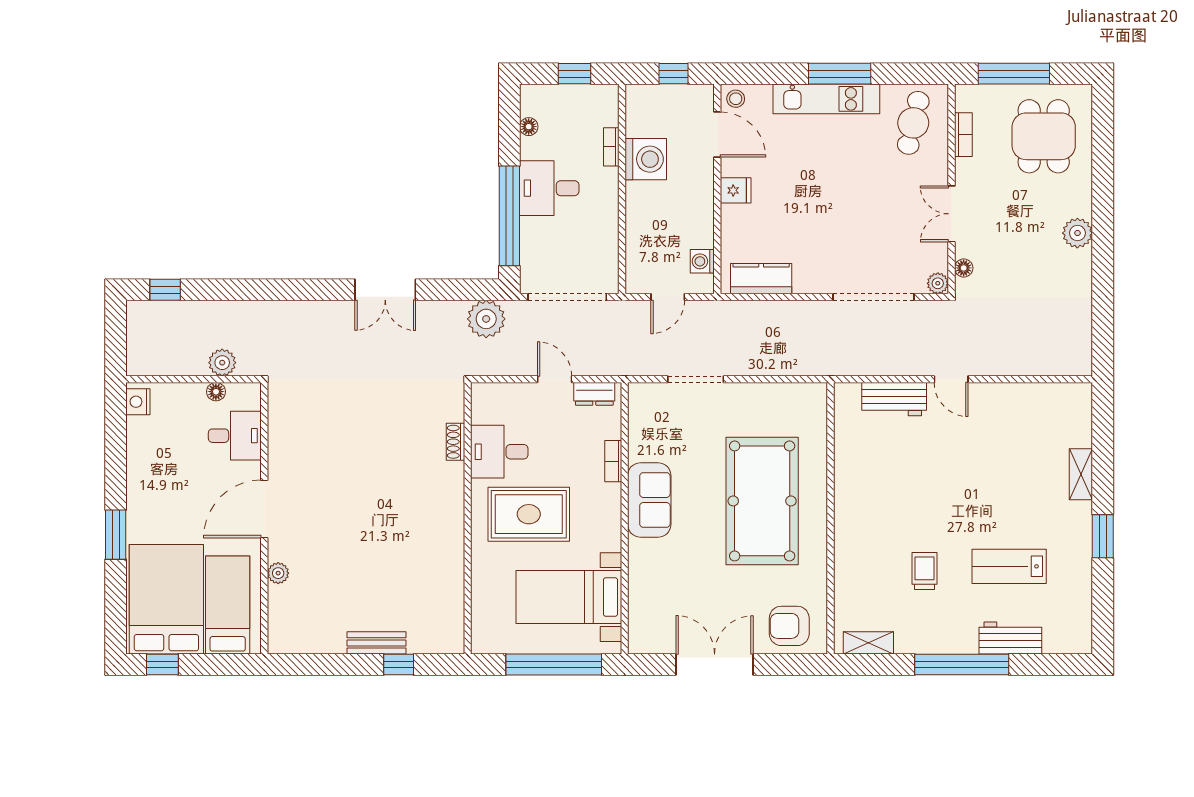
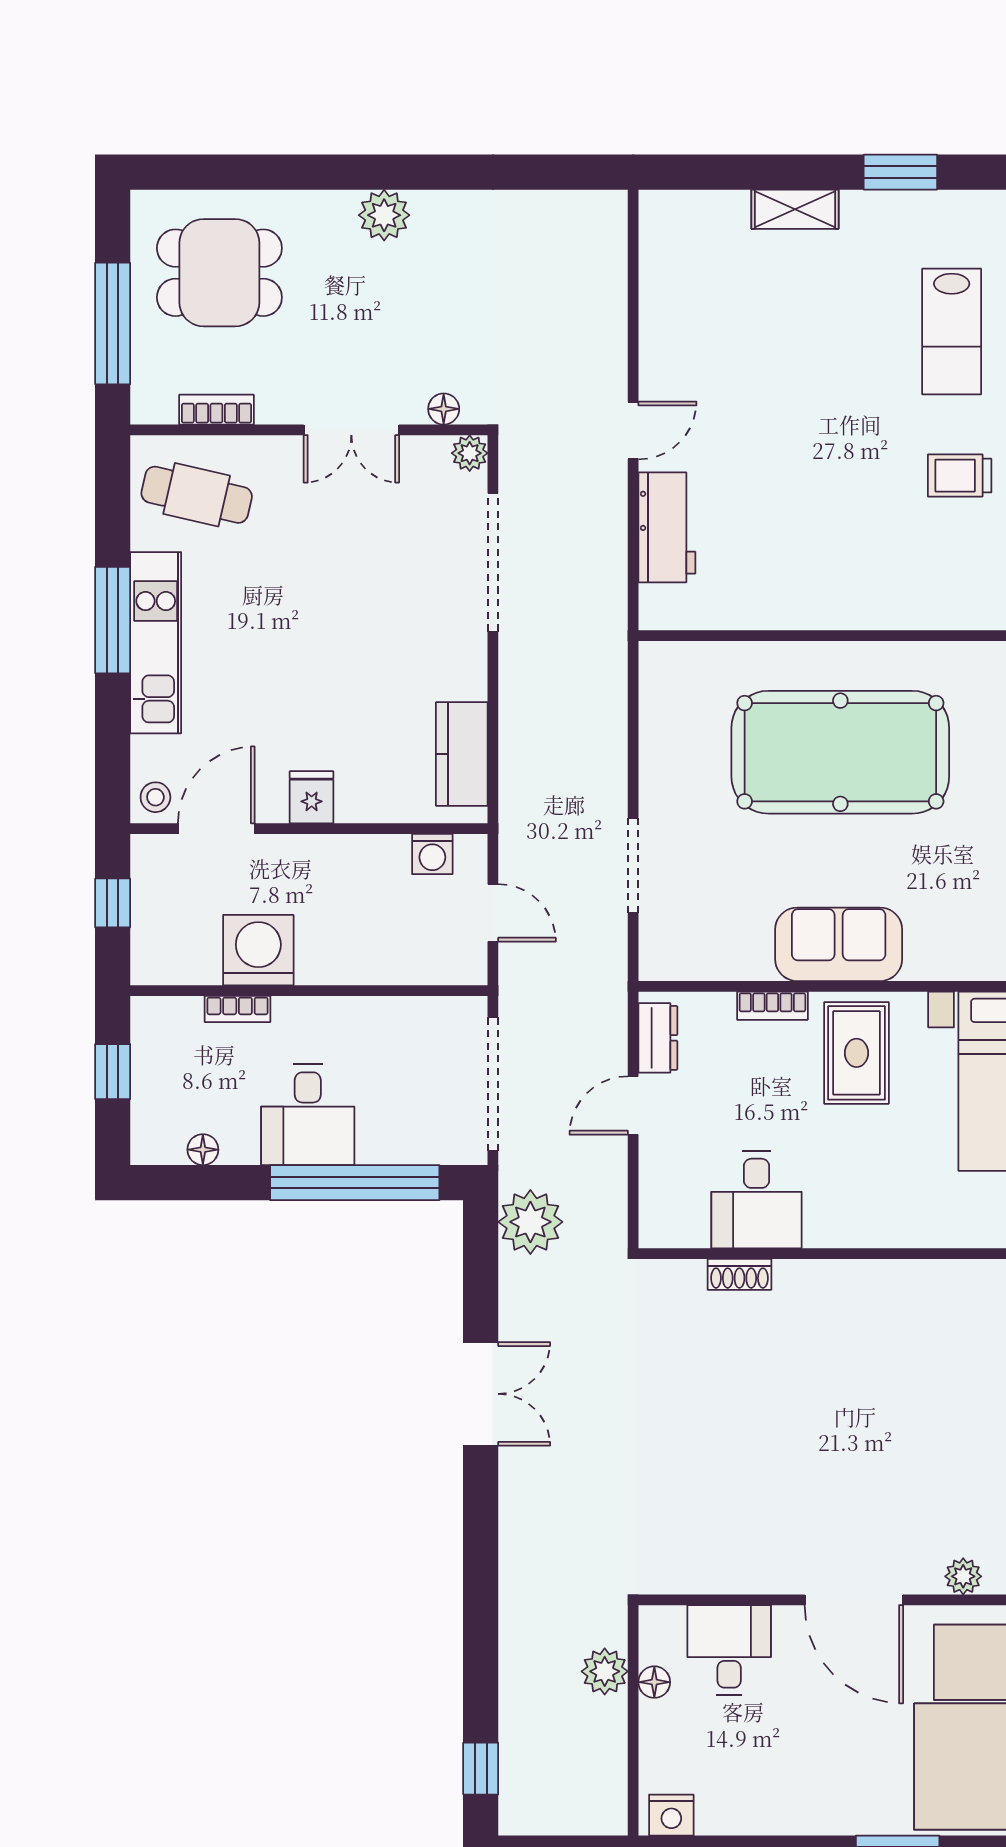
rug: (529, 514) -> (857, 1053), moved, width x0.73, depth x0.70

